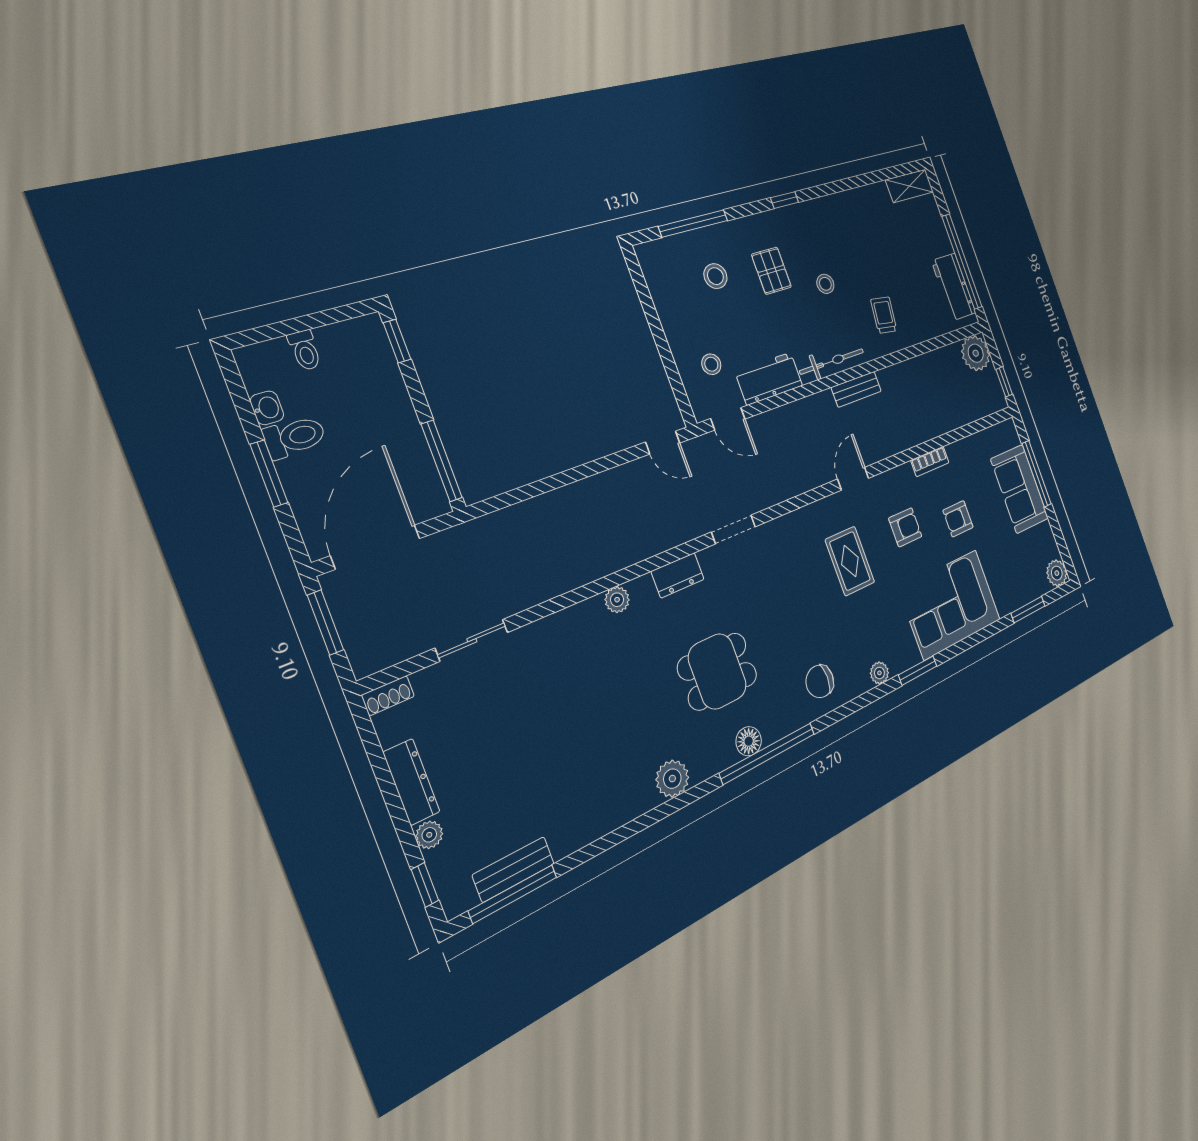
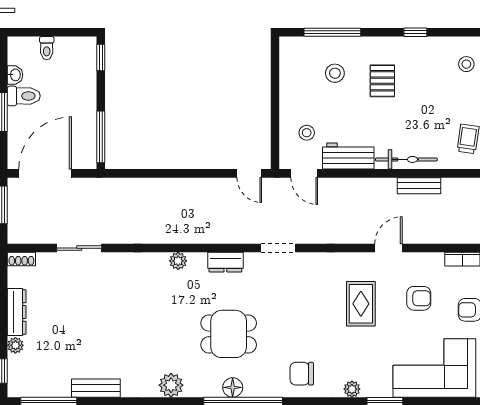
stool: (825, 284) -> (466, 64), moved
bench: (514, 869) -> (96, 388), moved

